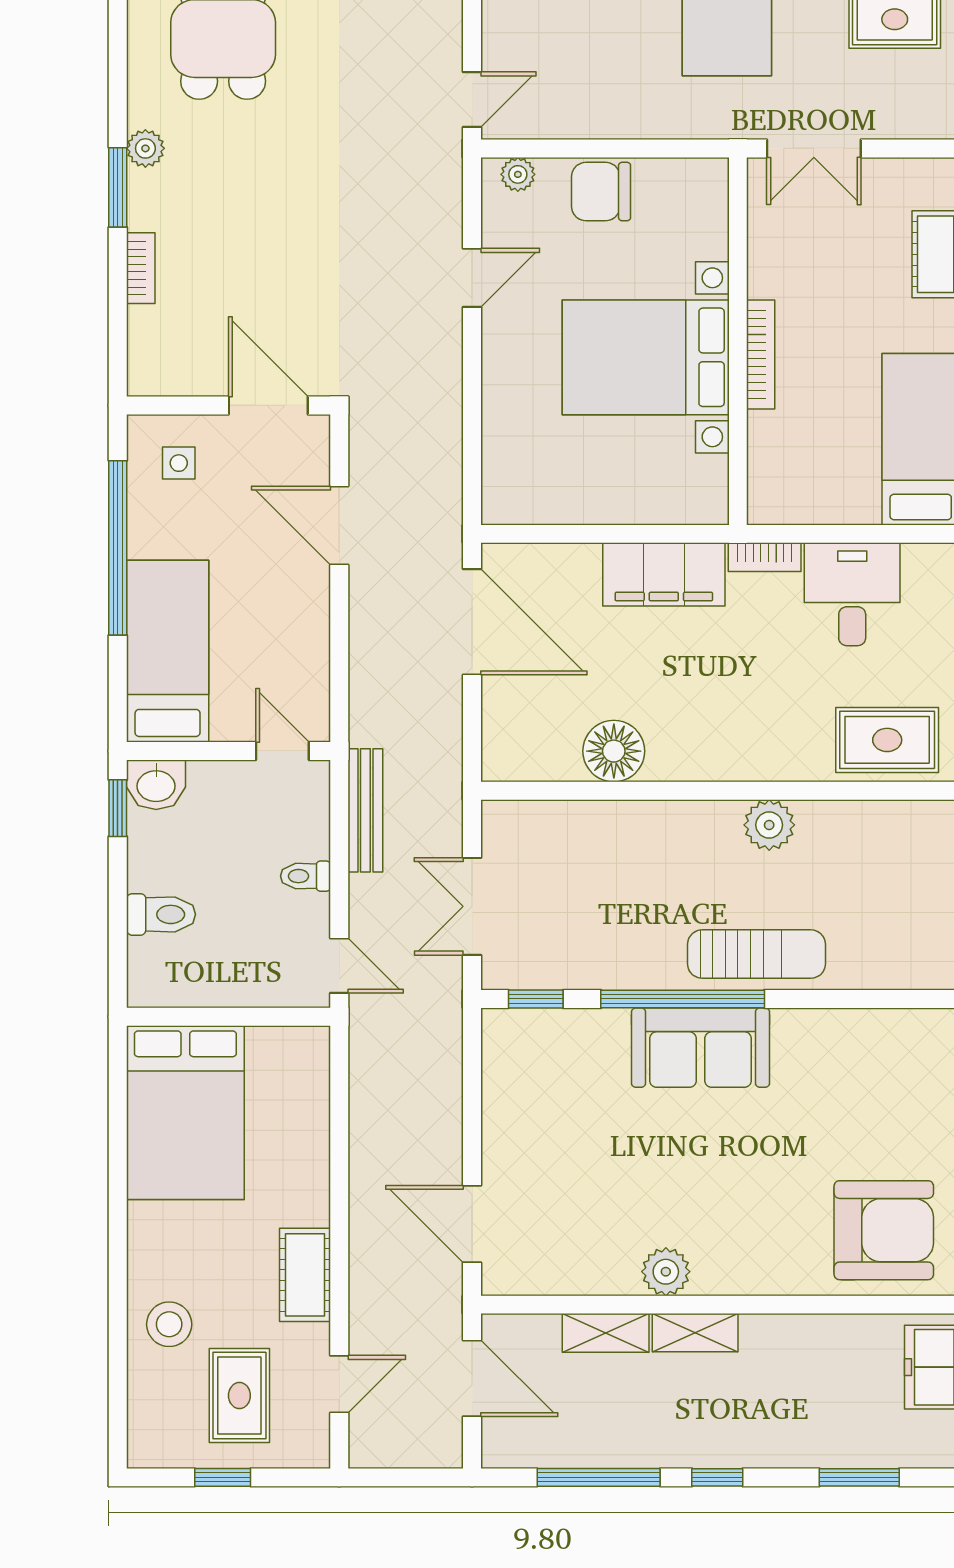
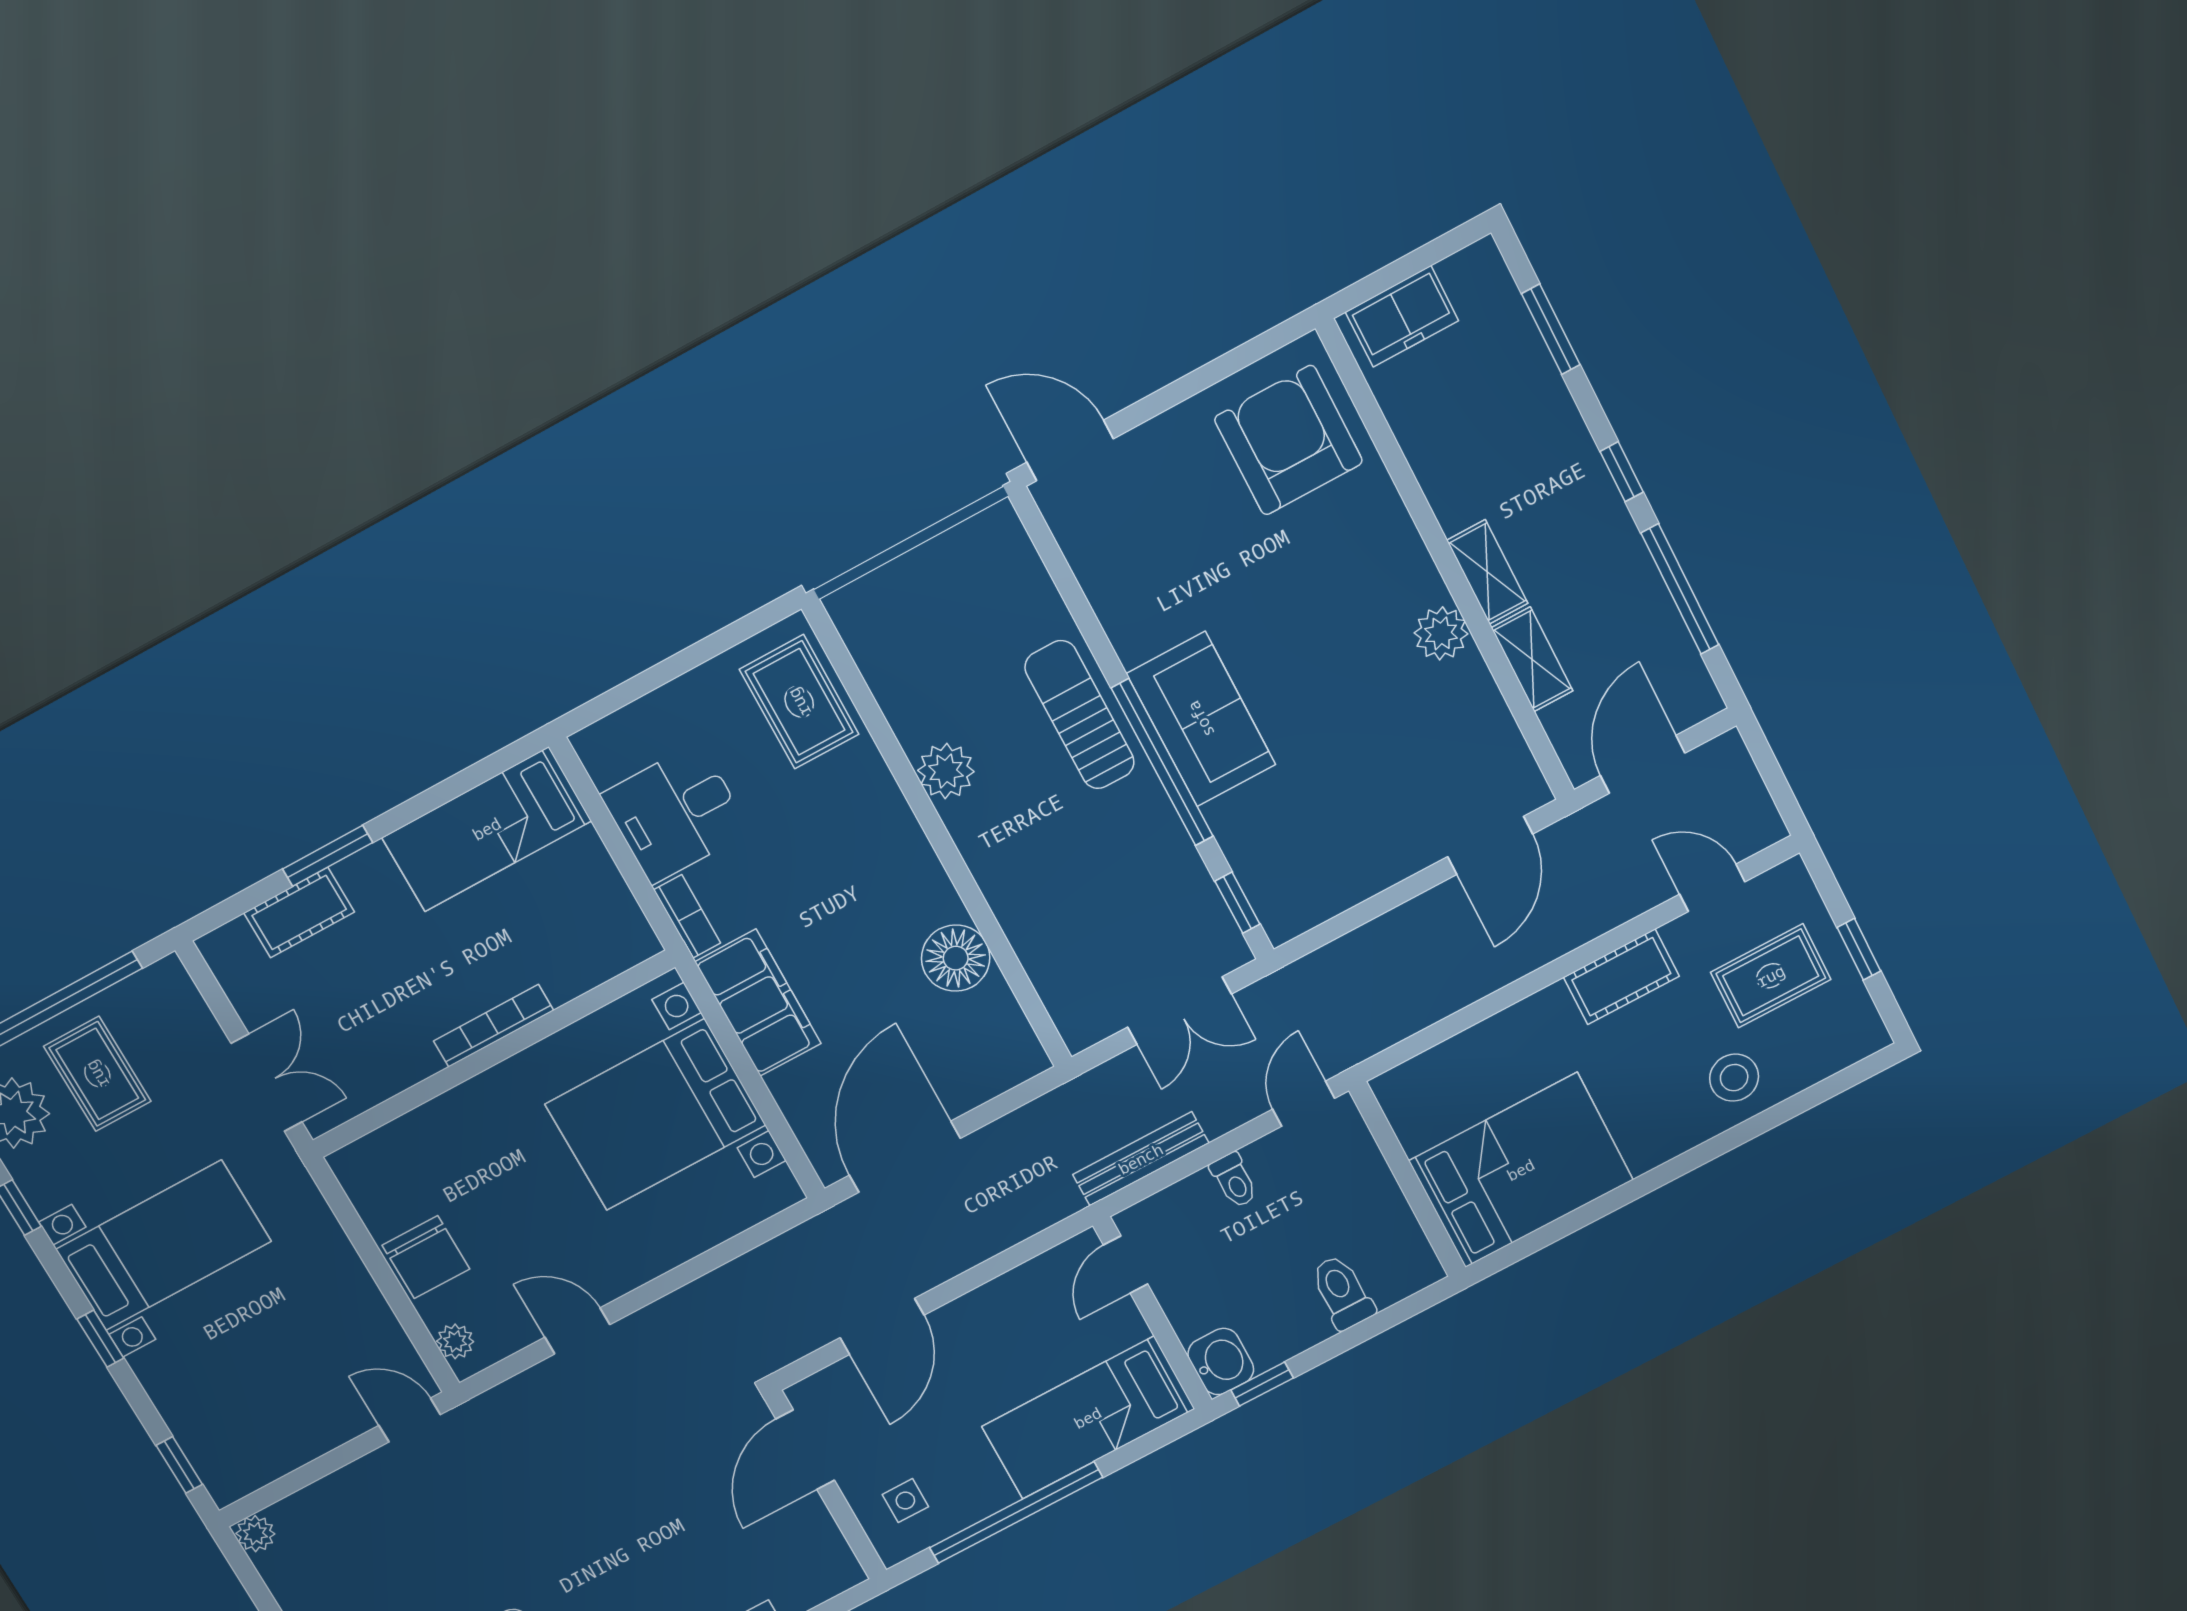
bed with nightstands: (646, 357) -> (655, 1115), moved, turned 90

